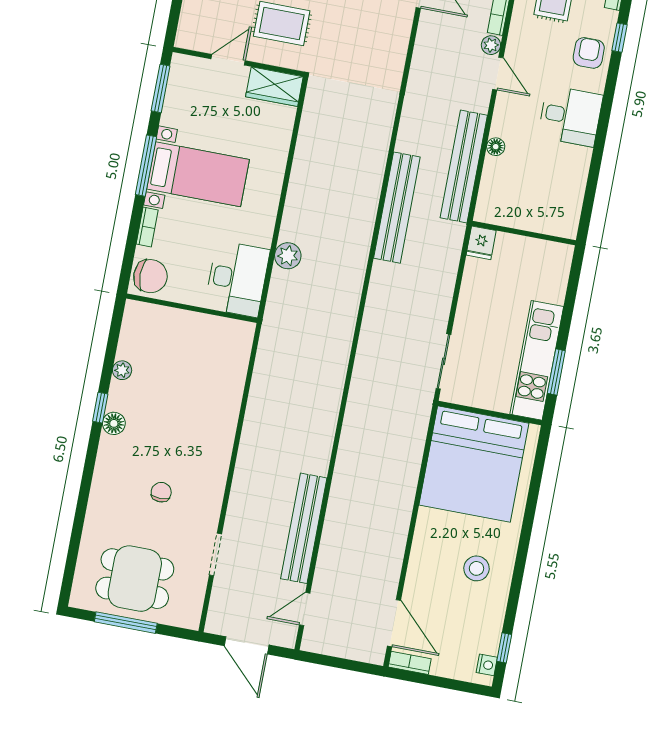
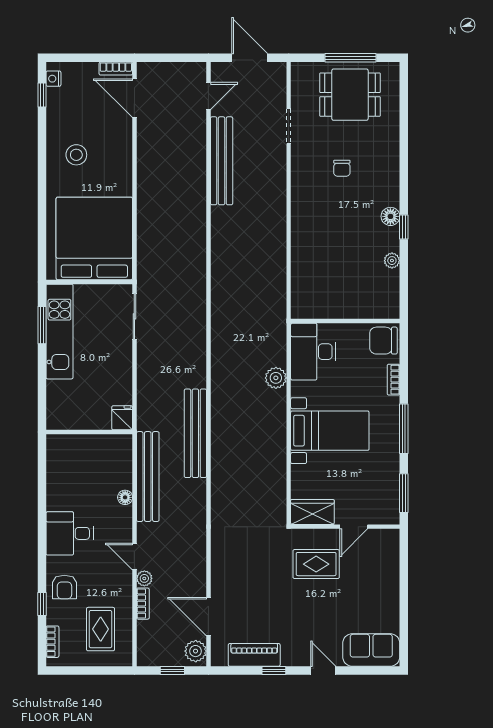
bed with nightstands: (198, 174) -> (330, 431), moved, turned 180

